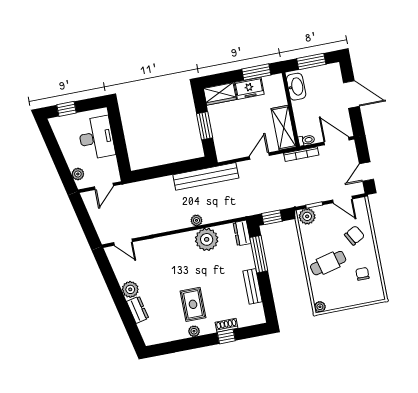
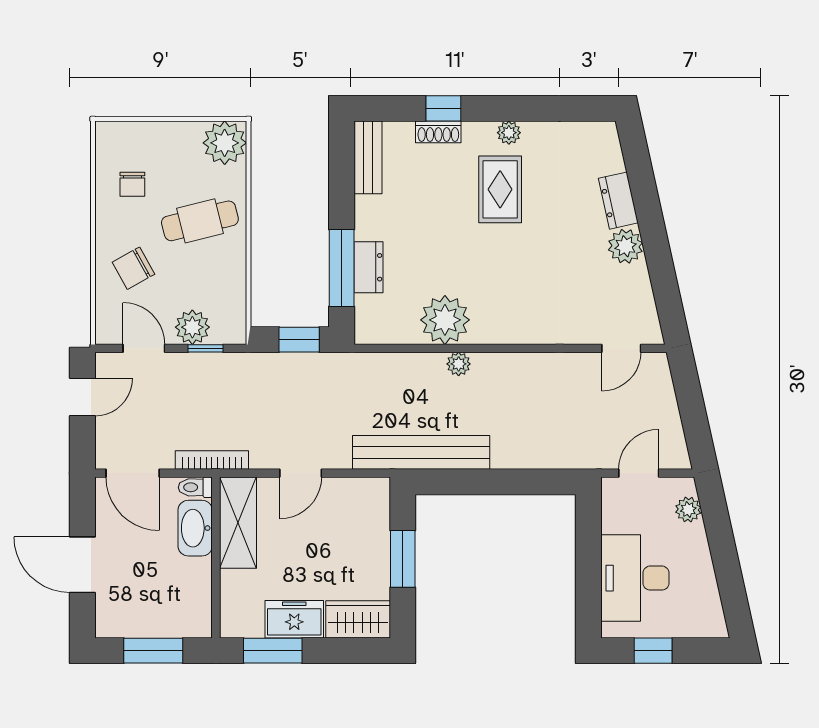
washbasin: (296, 87) -> (195, 528), moved
window: (67, 109) -> (653, 651), moved
plant: (307, 216) -> (192, 327), moved
dresser: (242, 233) -> (368, 267), moved
door: (123, 242) -> (621, 348), swing flipped
bench: (253, 286) -> (368, 157), moved
plant: (320, 307) -> (225, 143), width x1.88, depth x1.88

